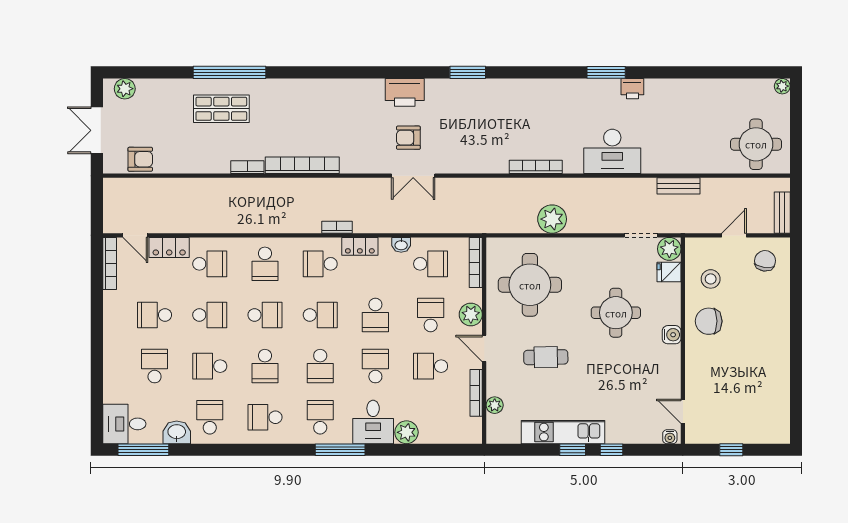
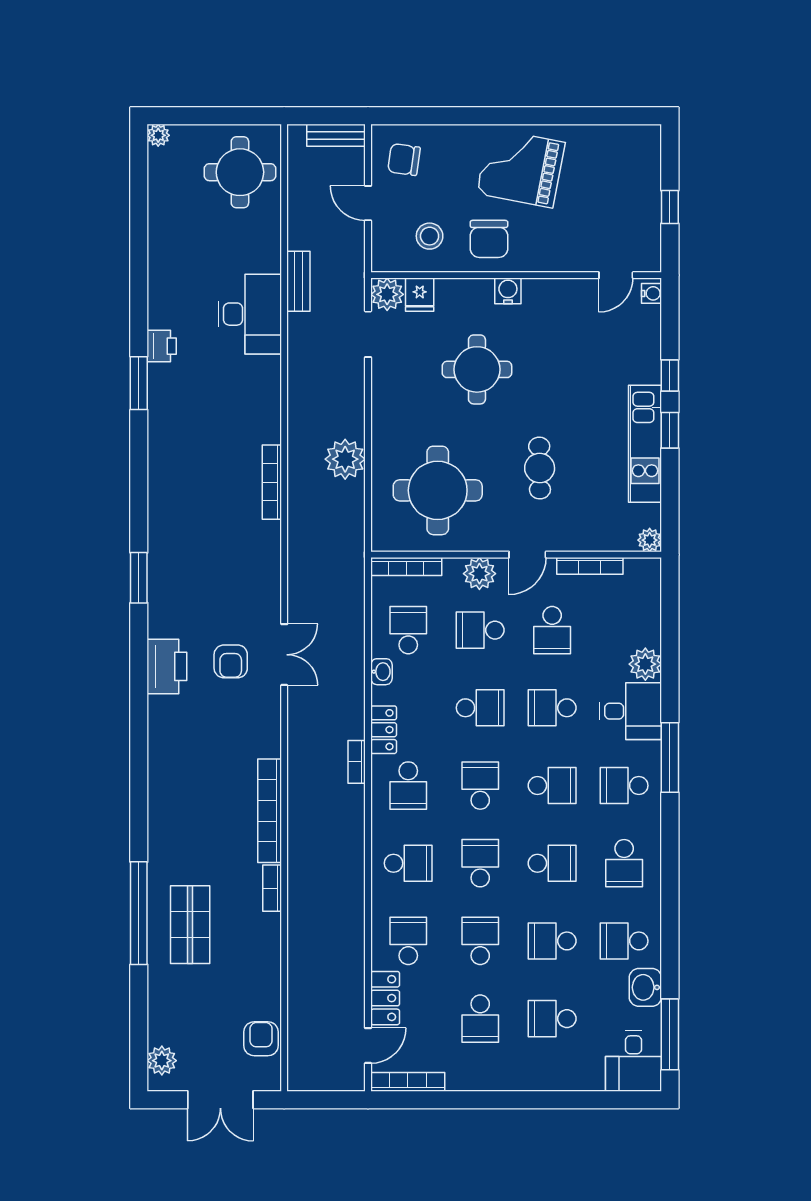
desk: (612, 151) -> (250, 314), moved
grand piano: (759, 344) -> (521, 168), added
school desk: (210, 366) -> (552, 941), turned 90
plant: (495, 405) -> (650, 540), moved

